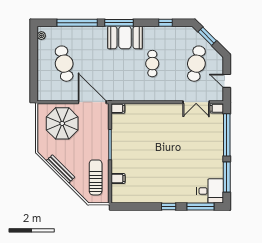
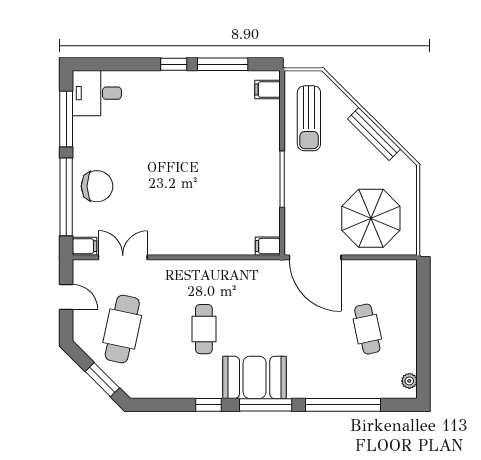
window: (165, 23) -> (208, 405), moved
cafe table: (64, 64) -> (367, 329), width x0.73, depth x0.74
chair: (210, 141) -> (97, 186), added
filing cabinet: (118, 179) -> (267, 90), moved
window: (200, 207) -> (223, 64), moved

